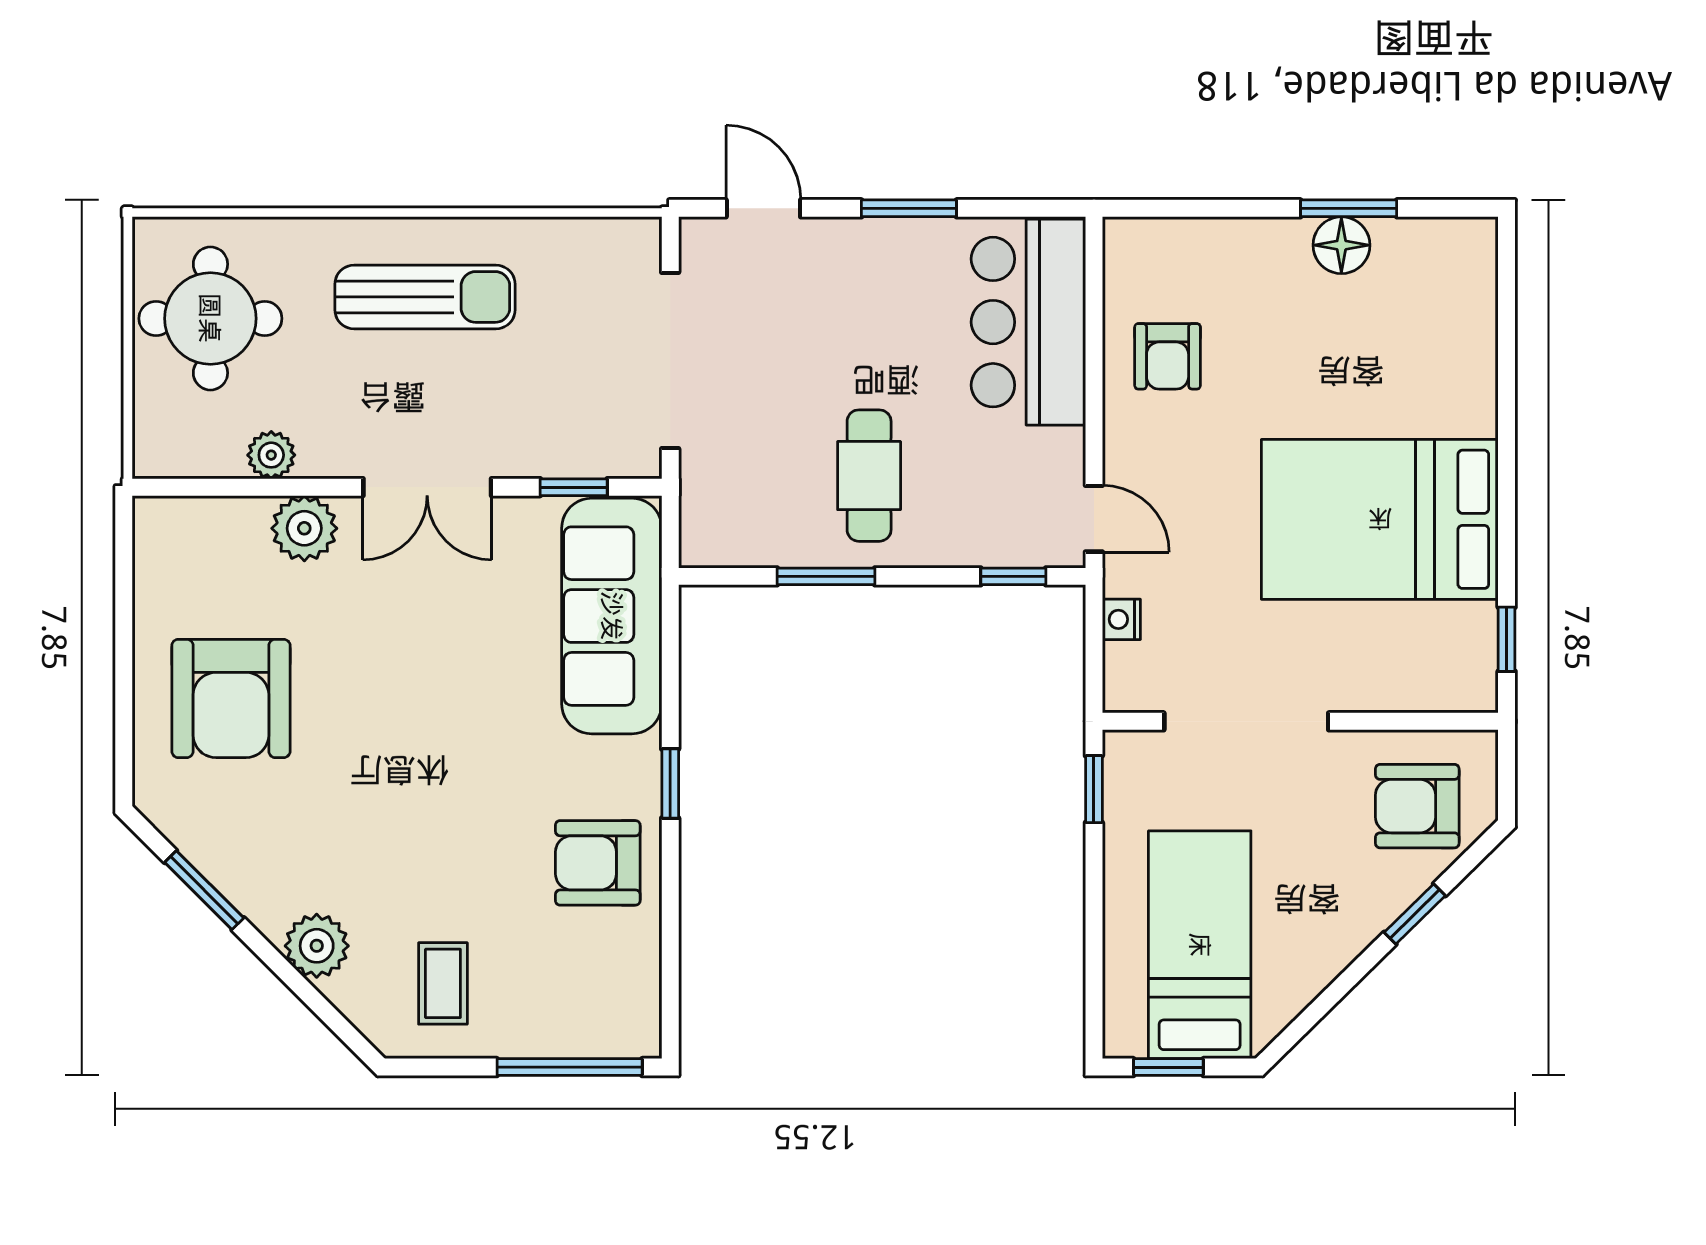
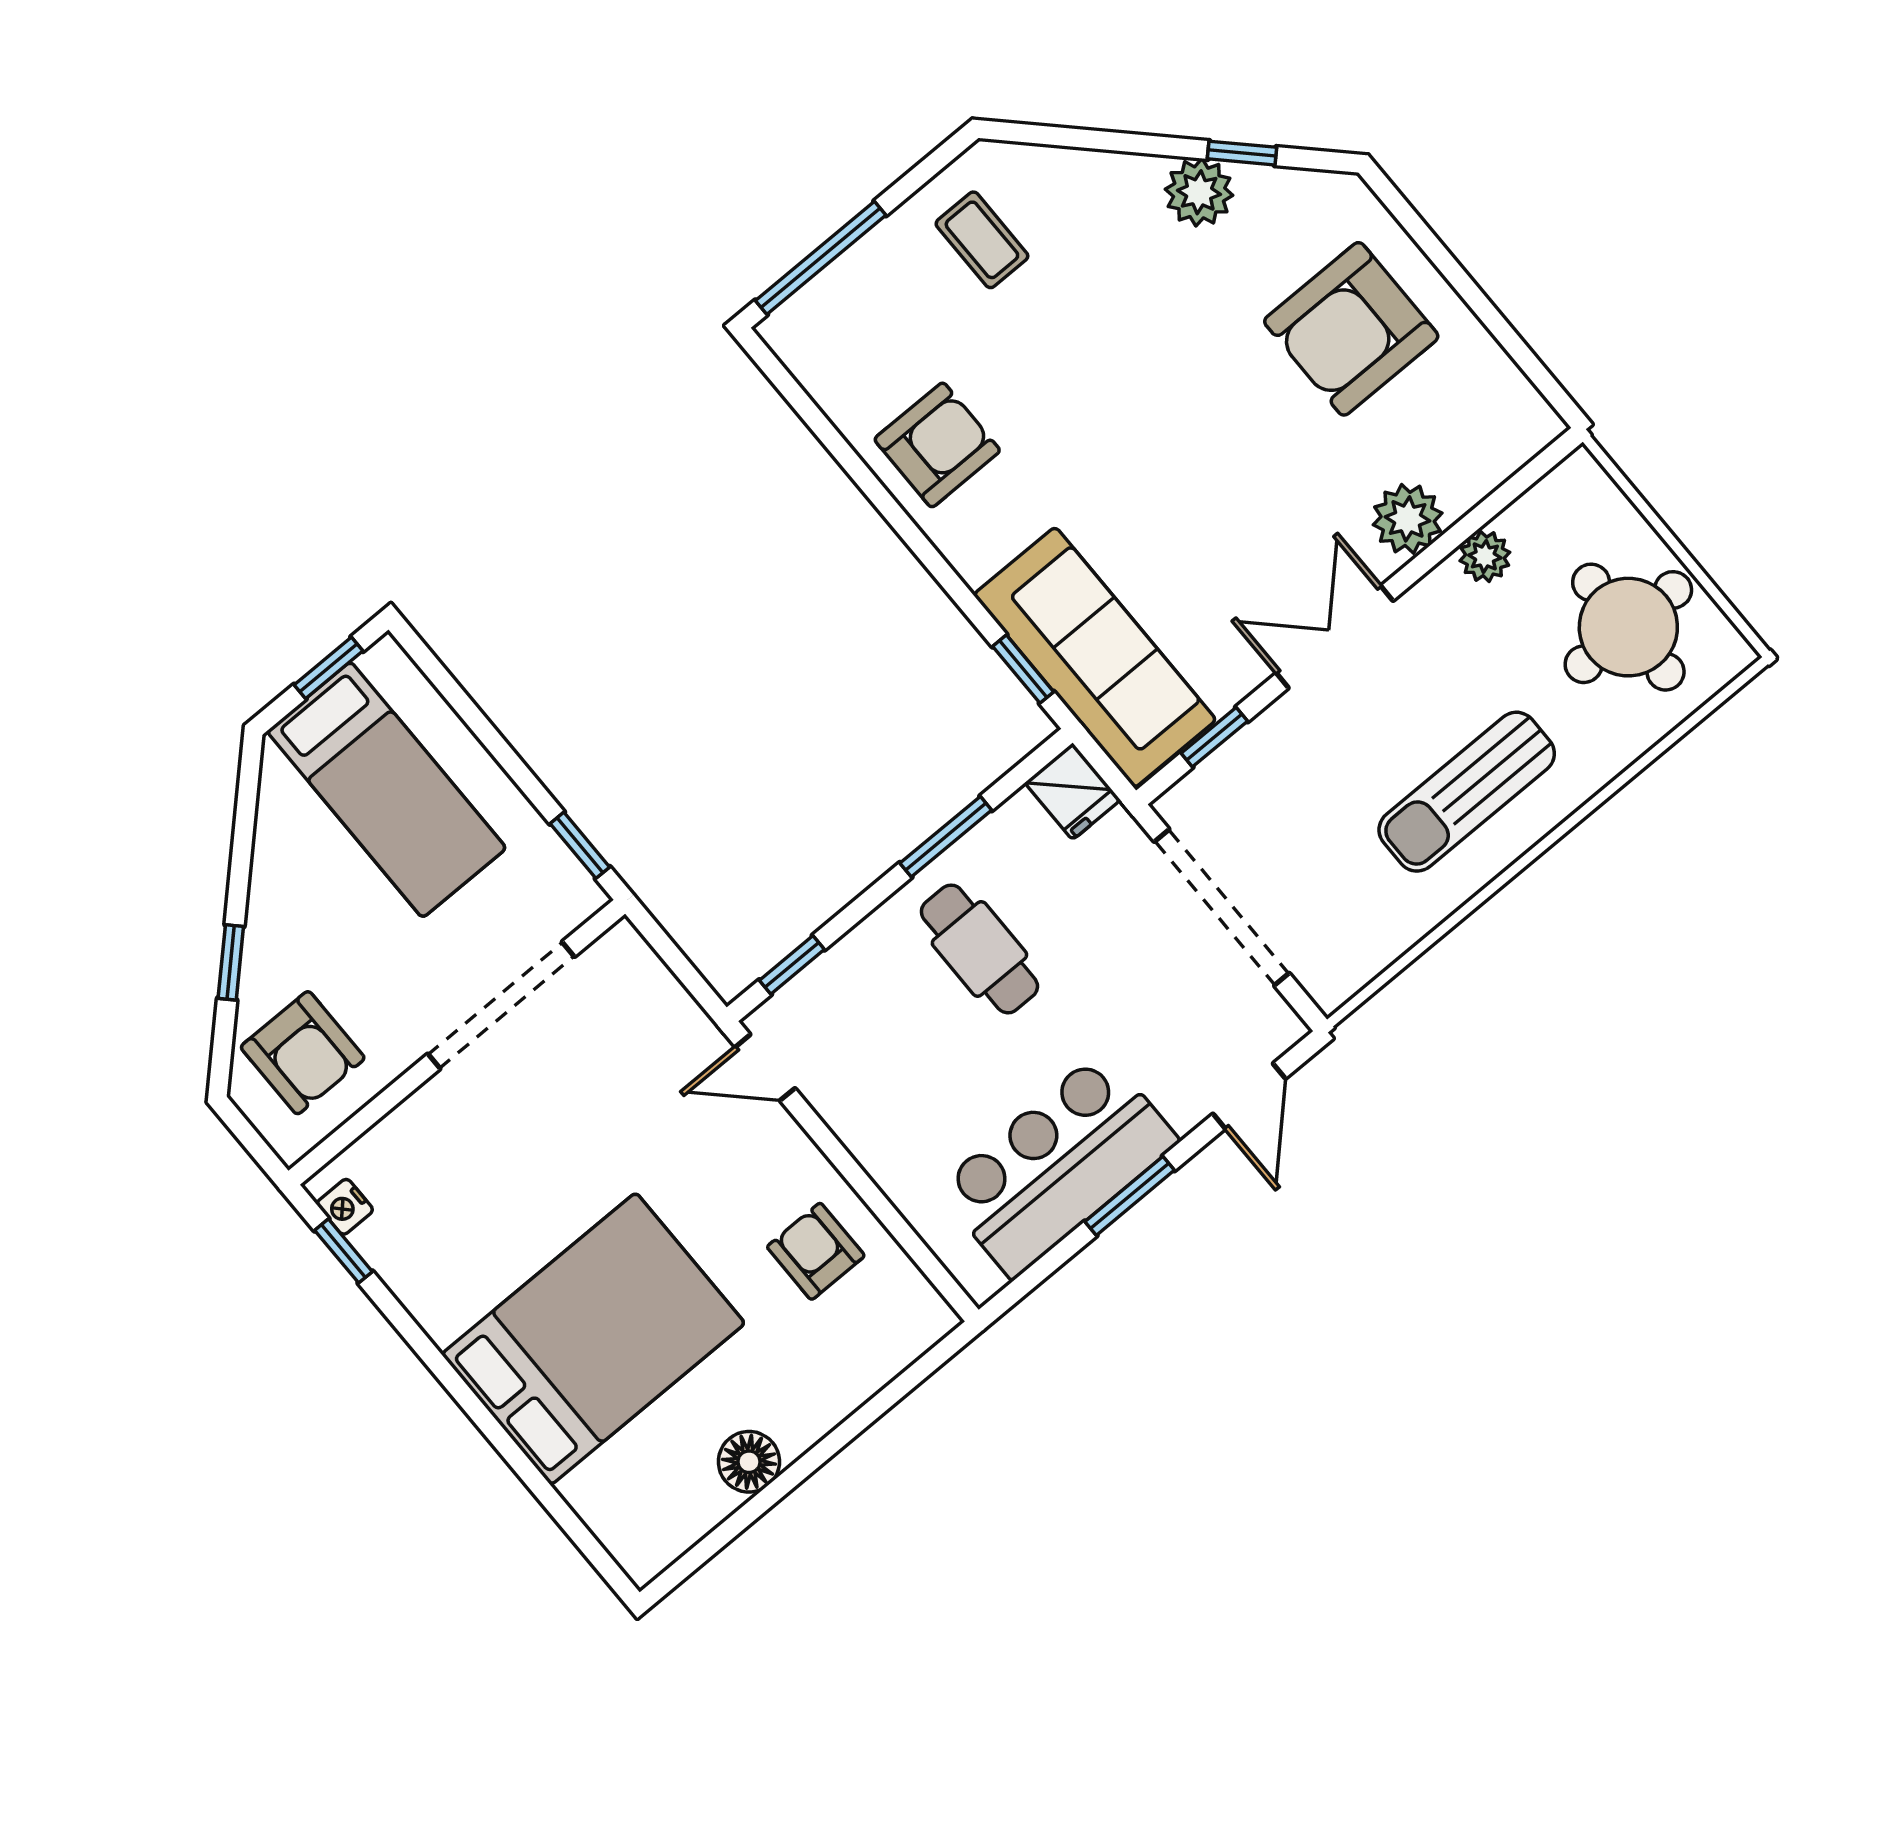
door: (763, 208) -> (1249, 1096), hinge flipped
window: (1349, 208) -> (768, 1497), removed
bar counter: (1028, 322) -> (1058, 1165), moved, turned -90
bed: (1380, 519) -> (593, 1339), moved
fridge: (708, 533) -> (1073, 791), added
nightstand: (1121, 619) -> (345, 1207), moved, turned 180
armchair: (231, 698) -> (1351, 329), turned -90
window: (670, 783) -> (1023, 669), moved
armchair: (1417, 806) -> (303, 1053), turned 90
window: (204, 890) -> (1242, 153), width x0.67
plant: (317, 946) -> (1199, 192), moved

